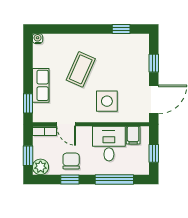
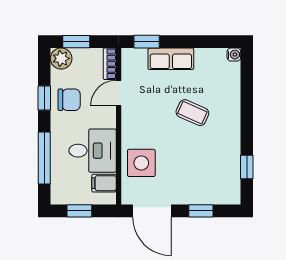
coffee table: (81, 69) -> (192, 113), width x0.73, depth x0.77
side table: (107, 101) -> (141, 163), moved

